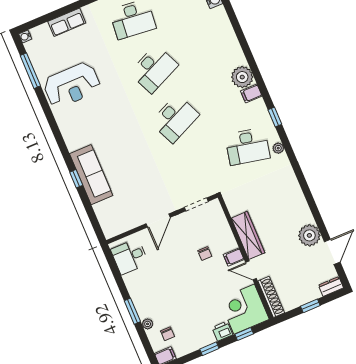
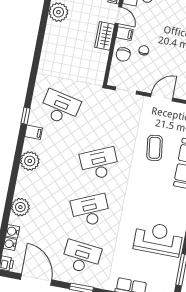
filing cabinet: (251, 94) -> (34, 132), moved
plant: (278, 148) -> (20, 207), moved, width x1.87, depth x1.87
coffee table: (133, 168) -> (155, 148), added
wardrobe: (248, 235) -> (105, 36), width x0.67
chair: (222, 237) -> (123, 54), added

